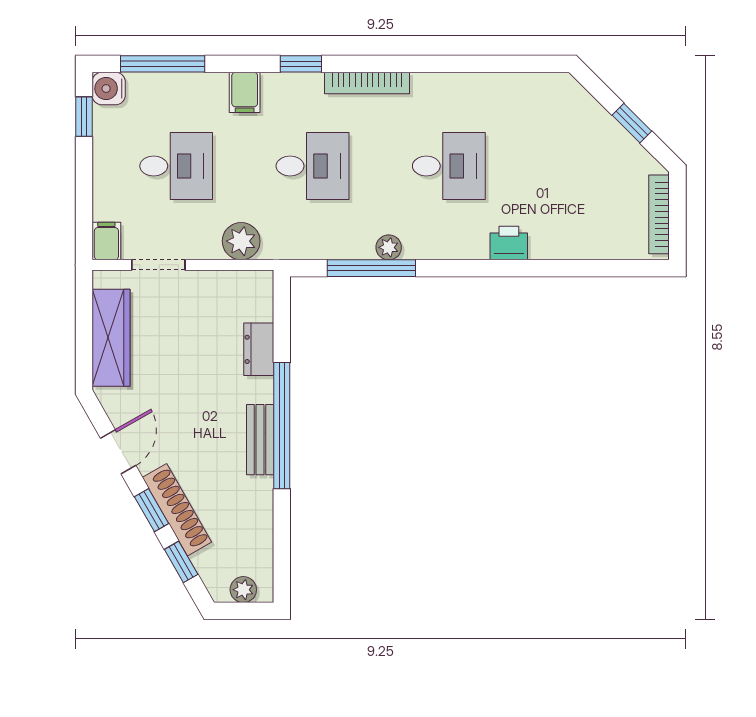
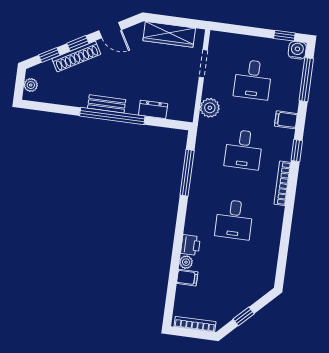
filing cabinet: (106, 241) -> (187, 278), moved
plant: (389, 247) -> (186, 262), moved

